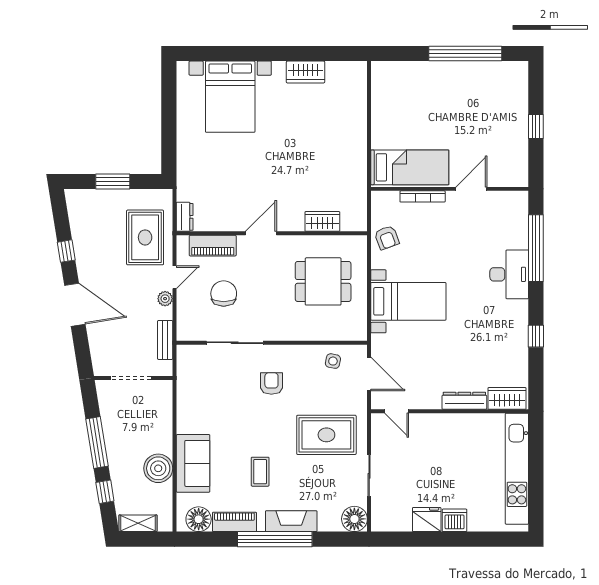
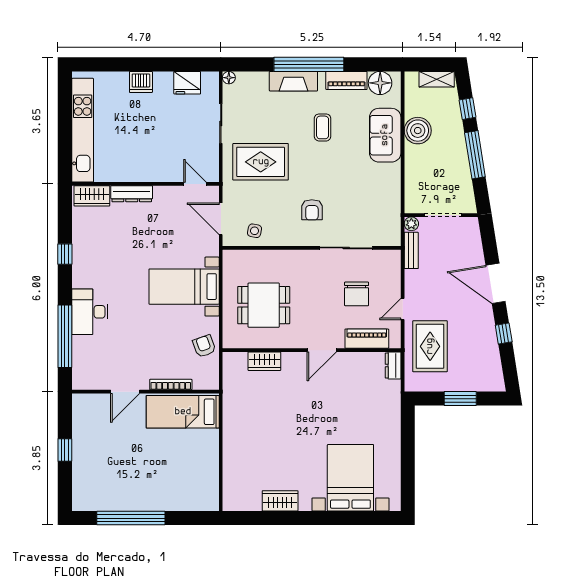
plant: (165, 299) -> (411, 224), moved
floor lamp: (354, 519) -> (229, 78), width x0.53, depth x0.53
fridge: (427, 520) -> (187, 83), moved

